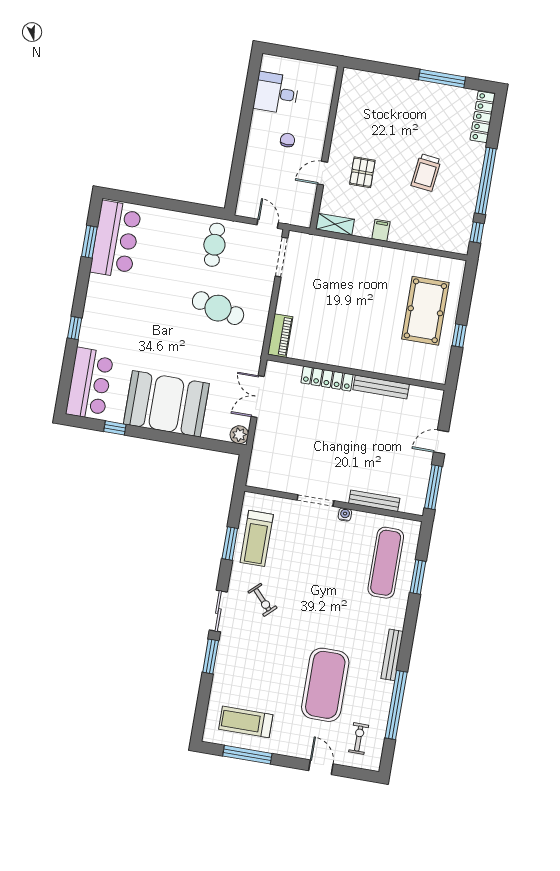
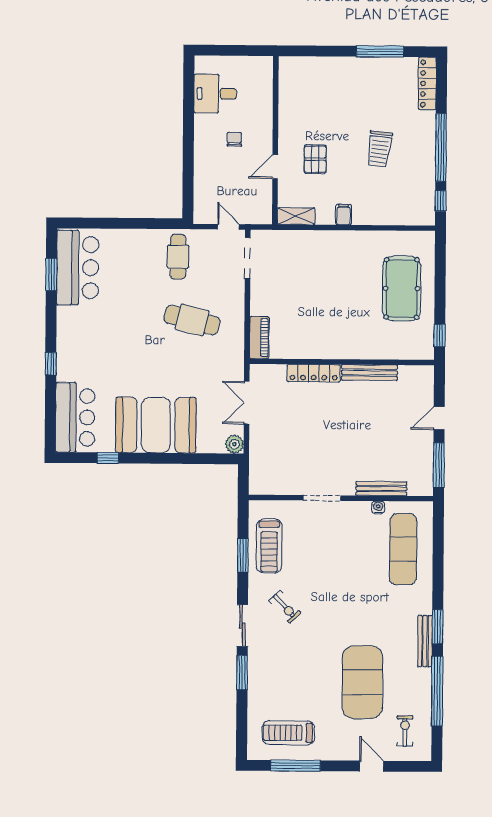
window: (459, 336) -> (440, 336), moved
water cooler: (345, 515) -> (378, 507), moved
window: (418, 577) -> (438, 627), moved

